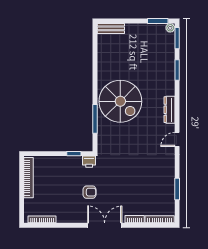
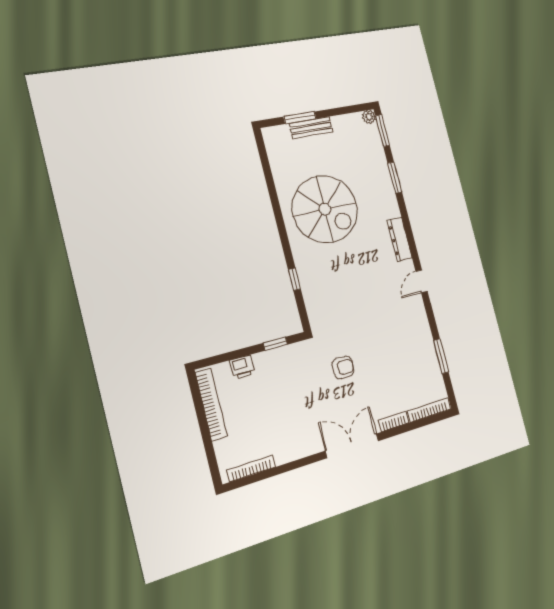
window: (158, 21) -> (300, 118), moved
bench: (111, 28) -> (311, 128), moved
spiral stairs: (120, 101) -> (325, 209), moved
window: (95, 119) -> (294, 279), width x0.46
printer: (89, 162) -> (242, 367), moved
armchair: (90, 192) -> (343, 367), moved

